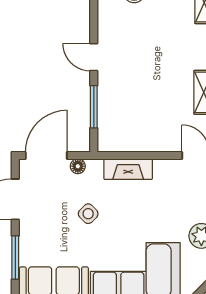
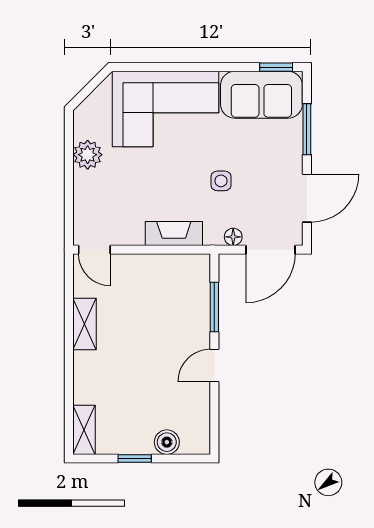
door: (94, 57) -> (214, 365), swing flipped
side table: (88, 214) -> (221, 181), turned 45

